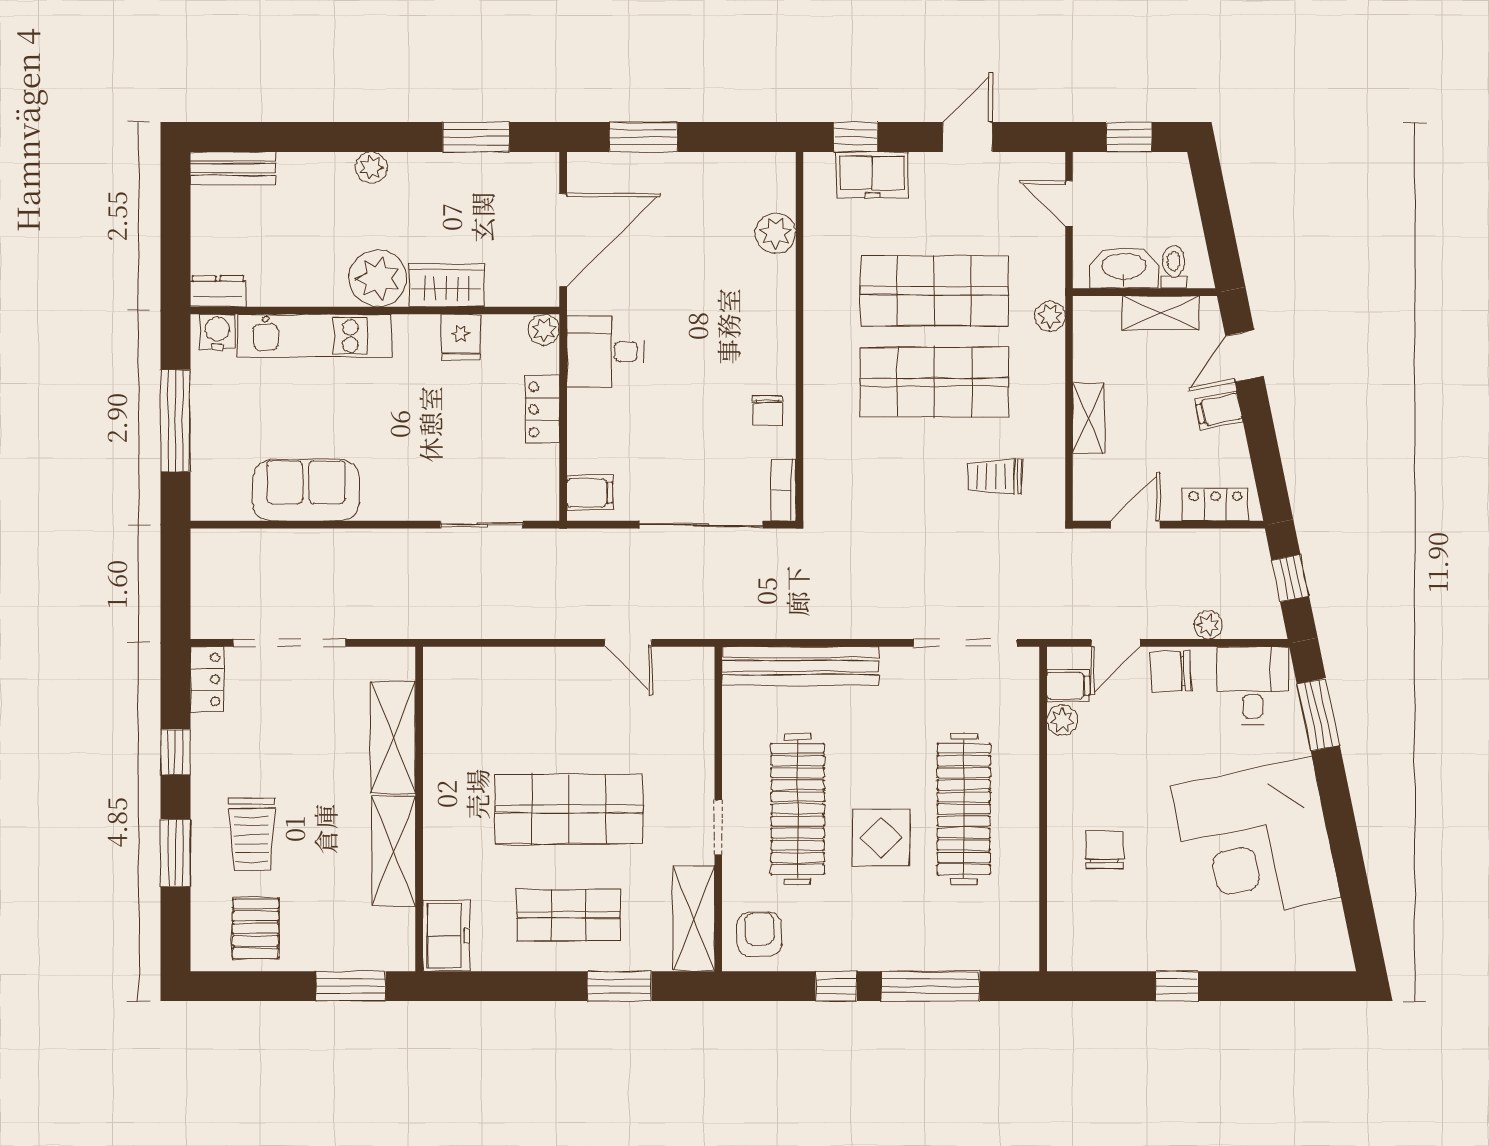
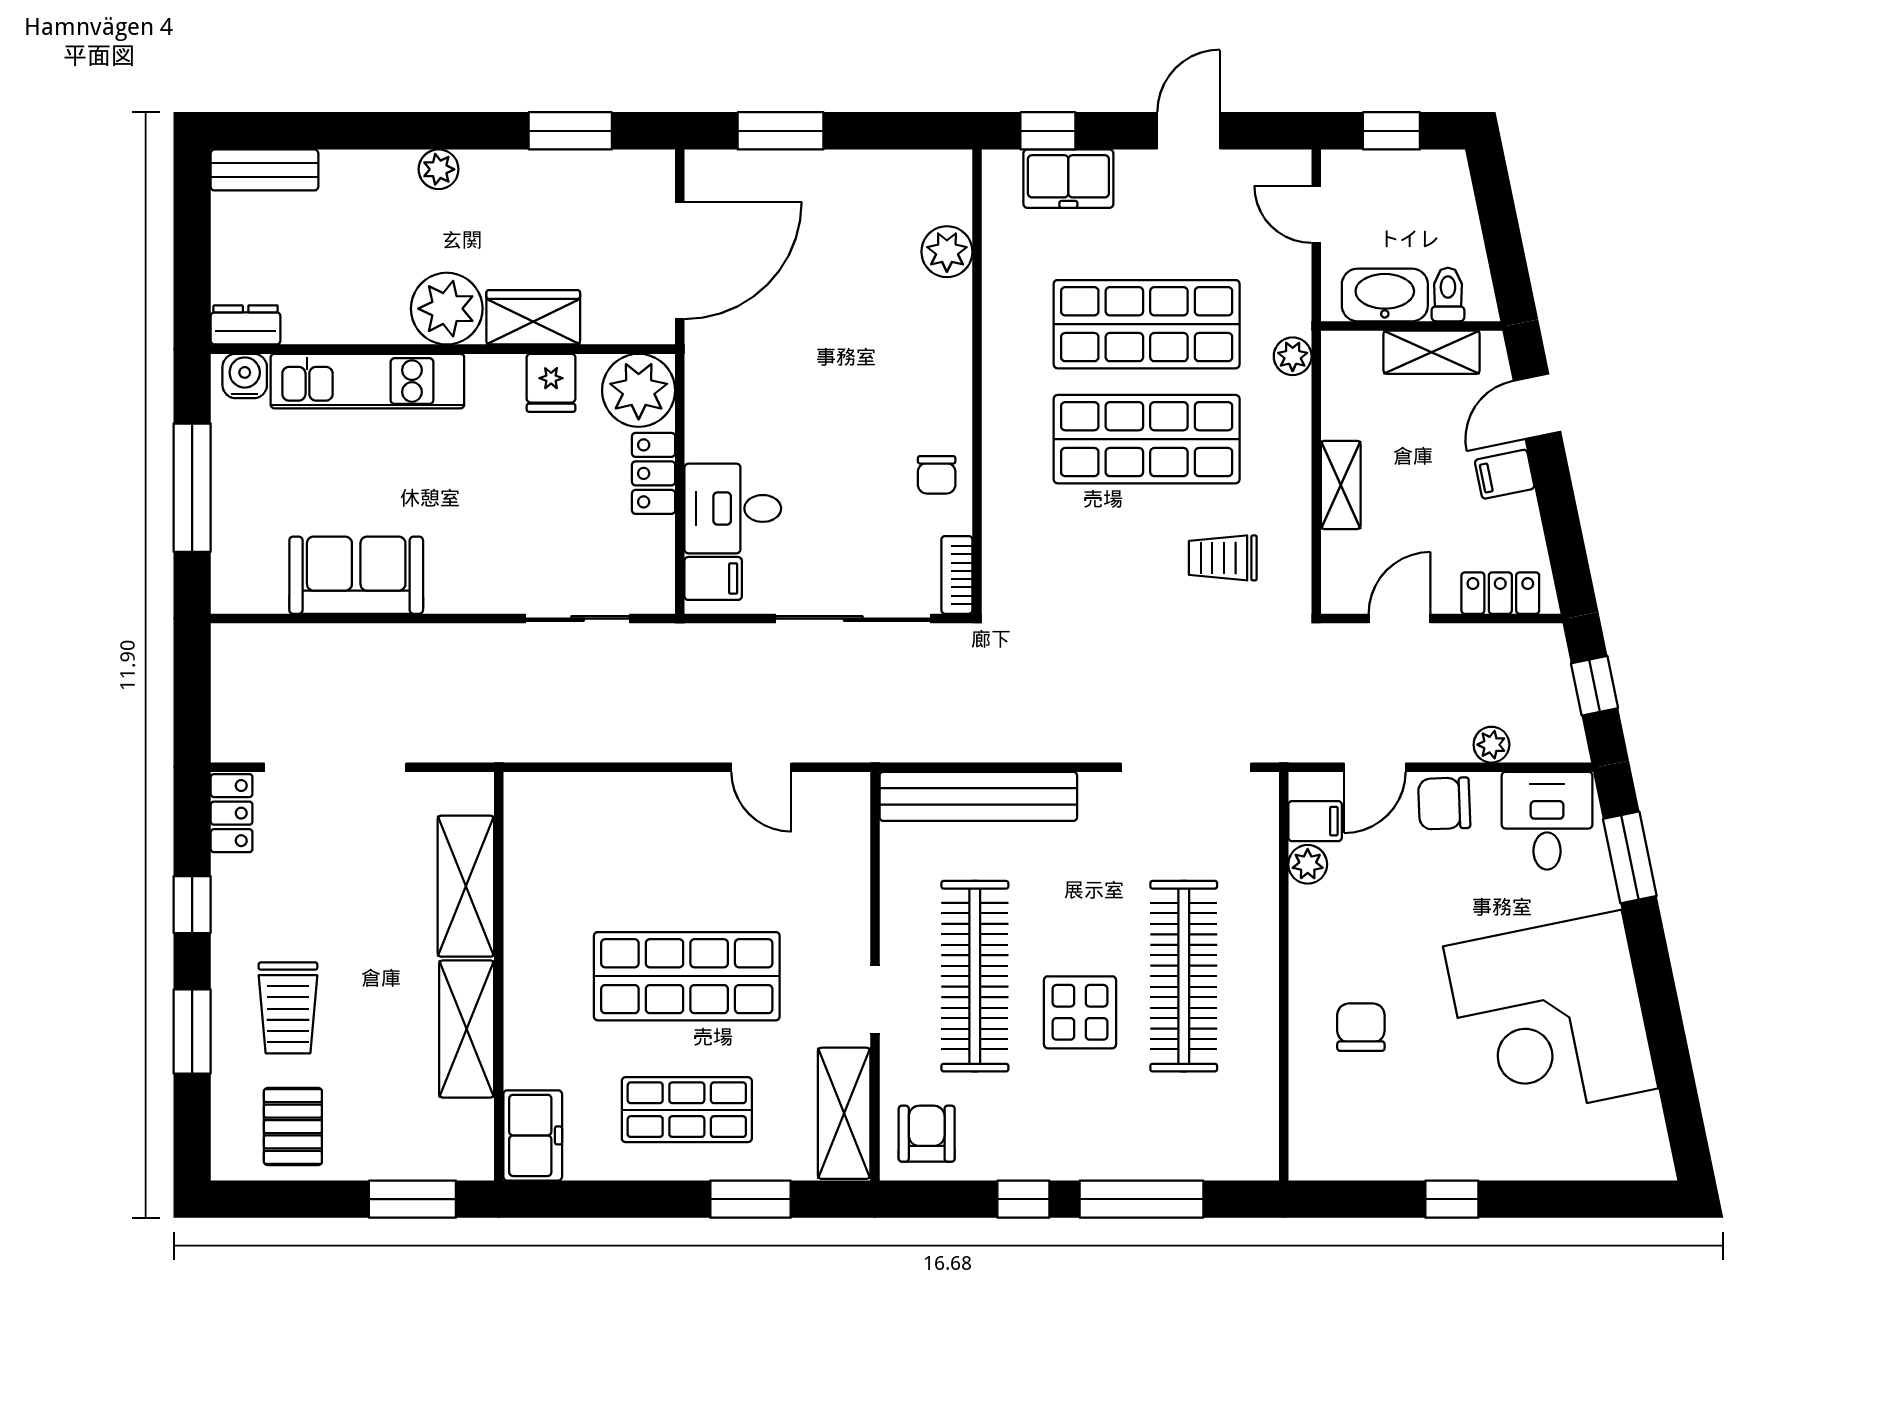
plant: (544, 330) -> (639, 390), width x1.87, depth x1.87
desk: (605, 352) -> (733, 508), moved

